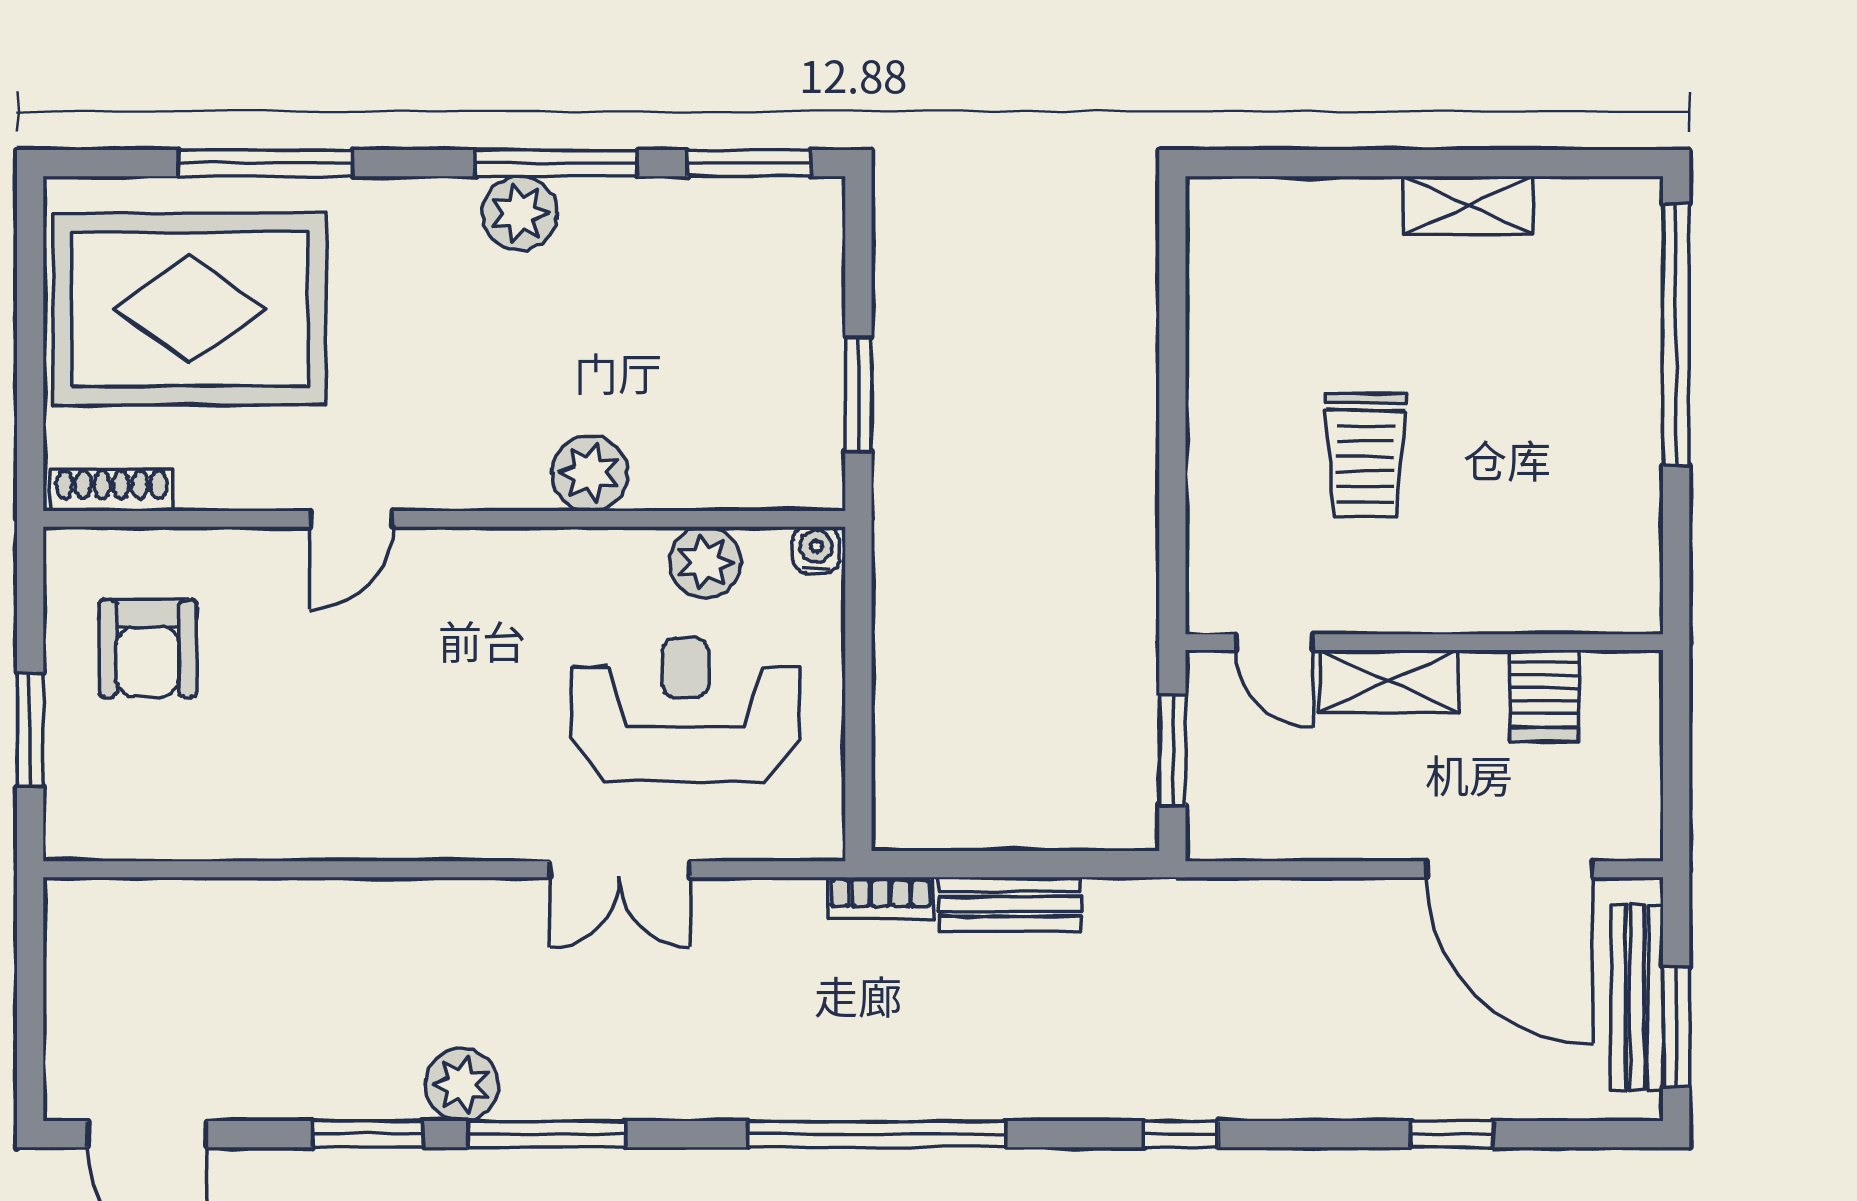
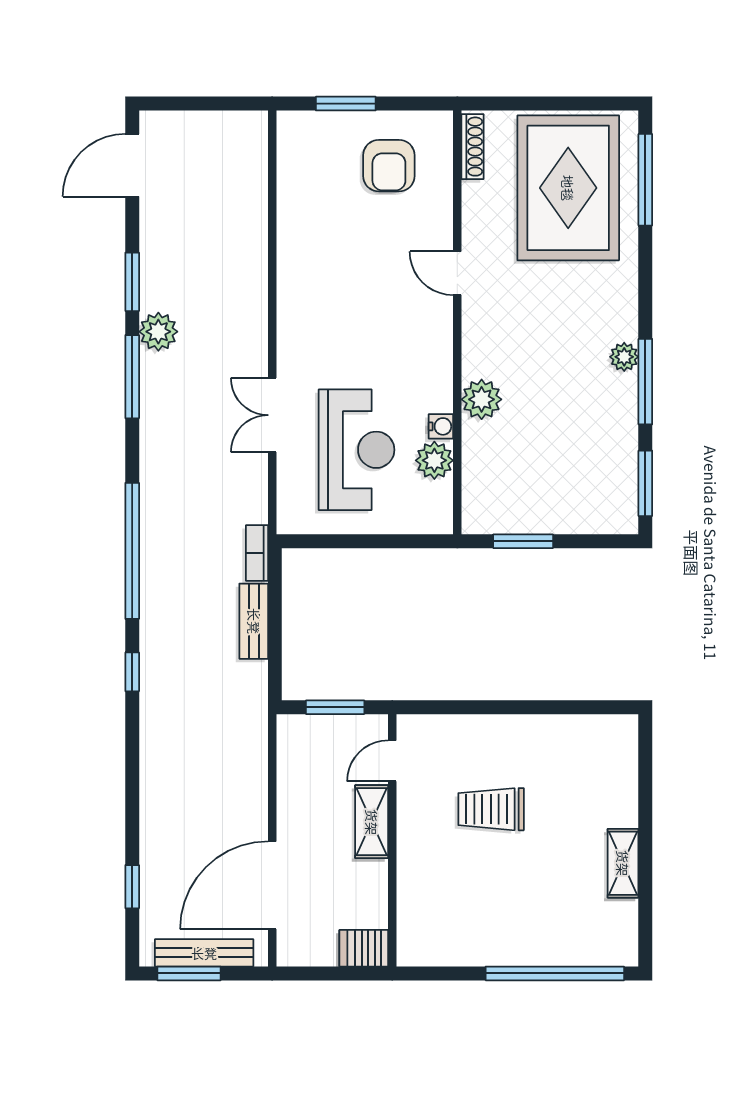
window: (265, 163) -> (645, 180), moved
plant: (520, 213) -> (624, 357), width x0.73, depth x0.73
water cooler: (816, 550) -> (441, 426), moved
armchair: (148, 648) -> (389, 166), turned -90
server rack: (1544, 696) -> (364, 948), moved
window: (1181, 1134) -> (132, 672), moved
window: (1452, 1134) -> (132, 887), moved

